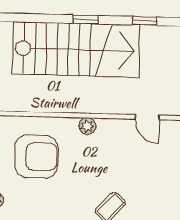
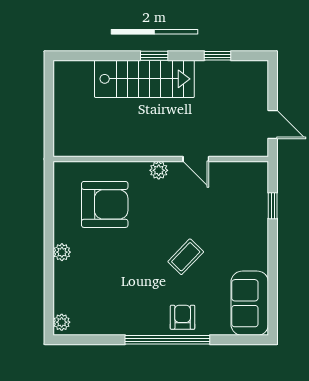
stairs: (76, 50) -> (144, 79), width x0.73, depth x0.66
door: (147, 117) -> (196, 159), moved

